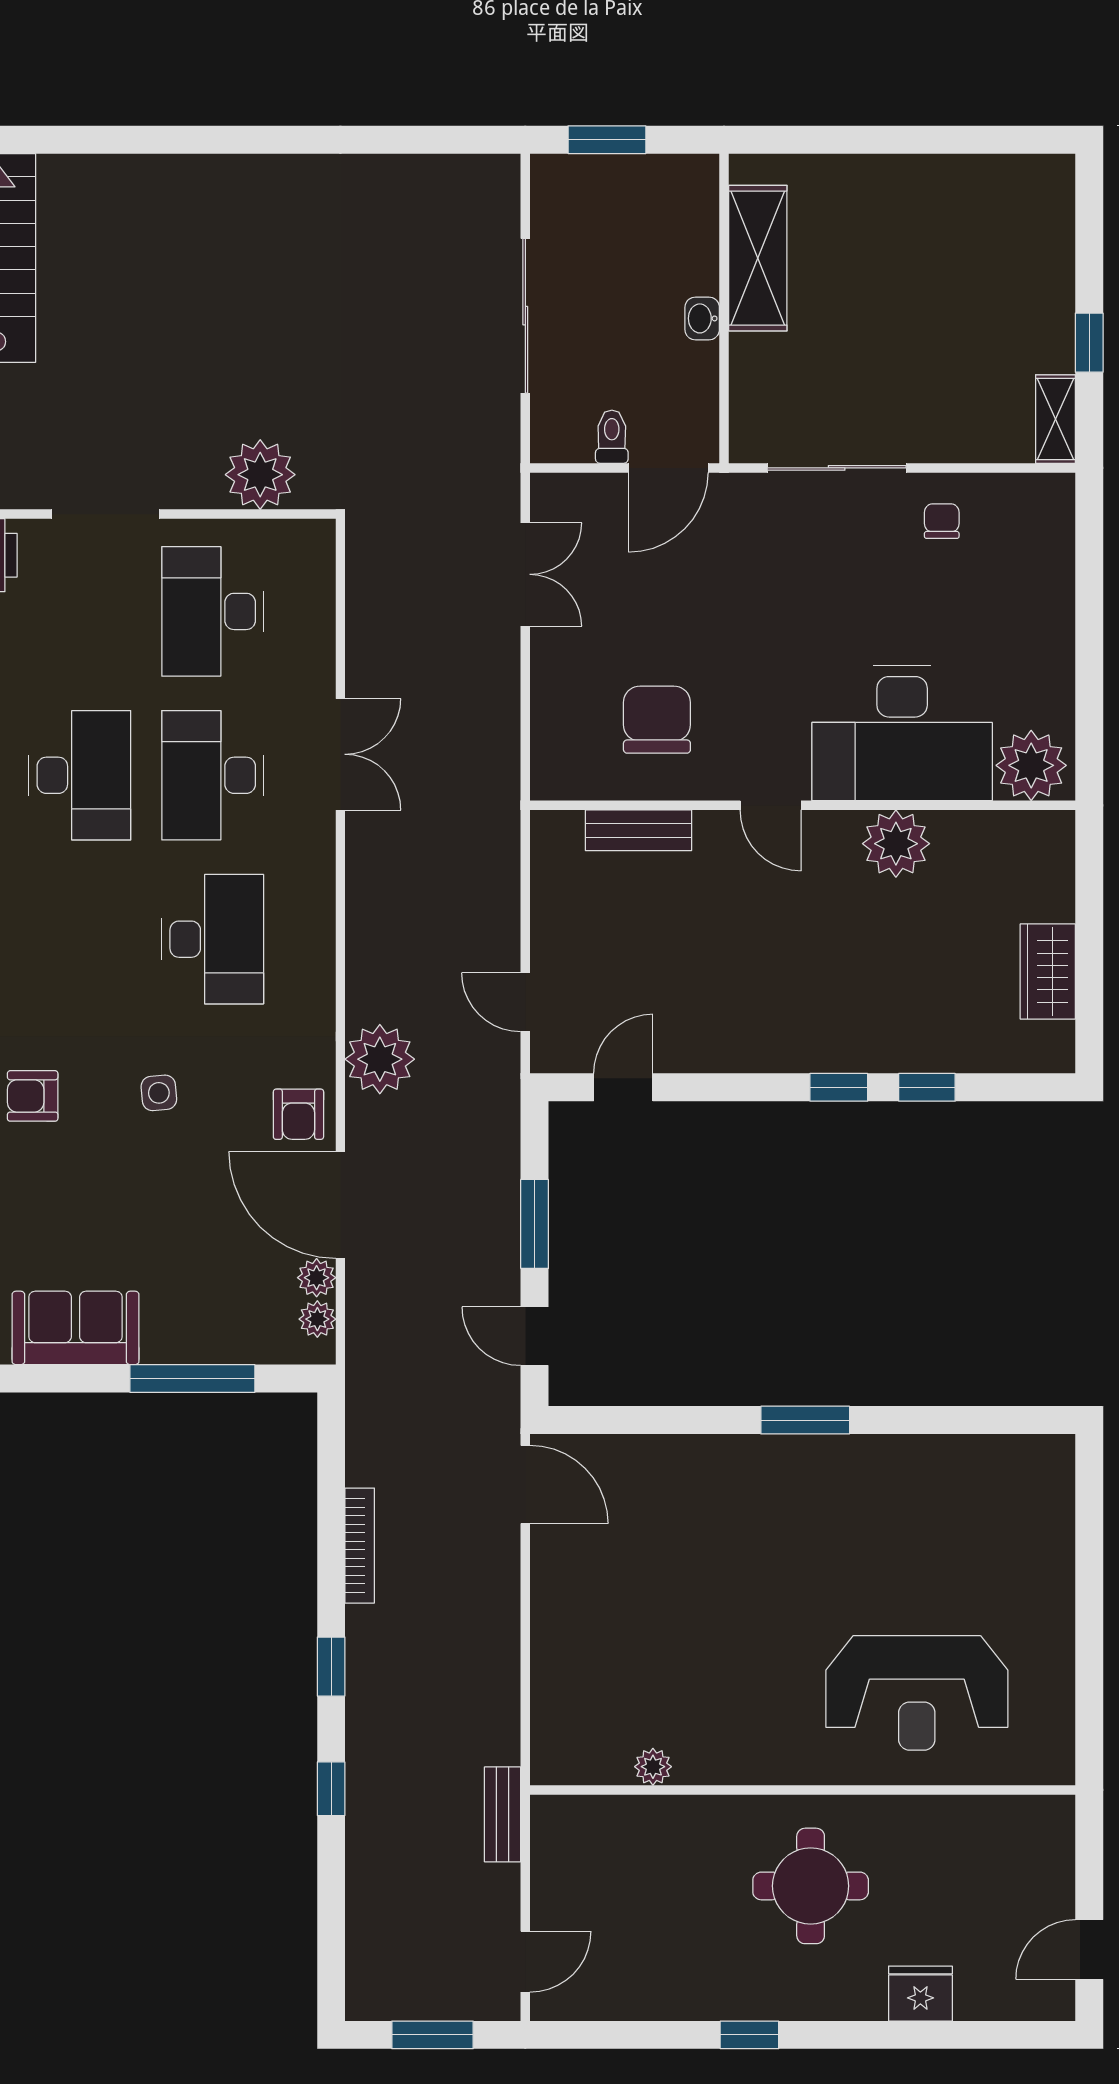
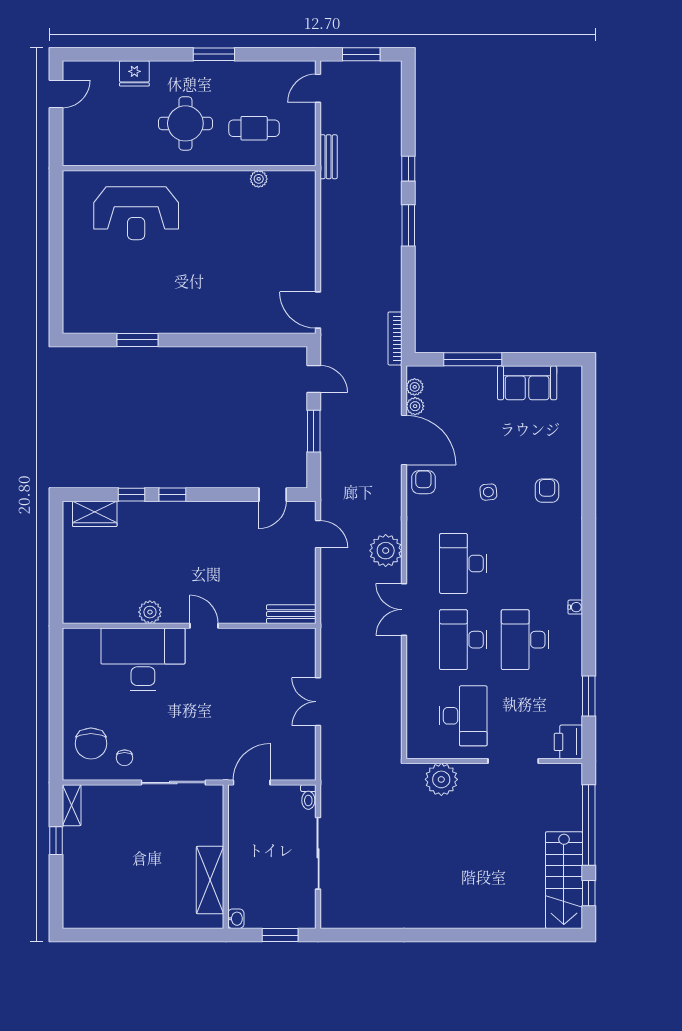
washbasin: (702, 318) -> (236, 919), moved
toilet: (612, 437) -> (308, 797), moved
double door: (525, 574) -> (318, 702), moved
chair: (657, 720) -> (91, 744), moved
double door: (340, 754) -> (404, 610), moved
plant: (1031, 765) -> (83, 644), removed
desk: (213, 775) -> (463, 640), turned 180
bench: (638, 830) -> (291, 614), moved
plant: (896, 844) -> (150, 612), width x0.73, depth x0.73
wardrobe: (1048, 971) -> (95, 514), moved, turned 90
plant: (380, 1059) -> (386, 551), moved
armchair: (33, 1096) -> (547, 491), turned -90
window: (805, 1420) -> (138, 340), moved
bookcase: (360, 1546) -> (395, 338), moved
window: (331, 1667) -> (408, 225), width x1.50
reception desk: (917, 1693) -> (136, 213), turned 180
cafe table: (663, 1876) -> (254, 128), added
window: (749, 2035) -> (214, 54), width x1.50

